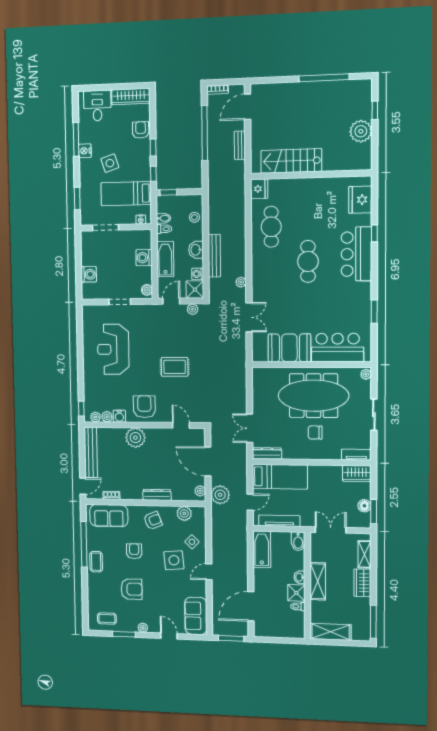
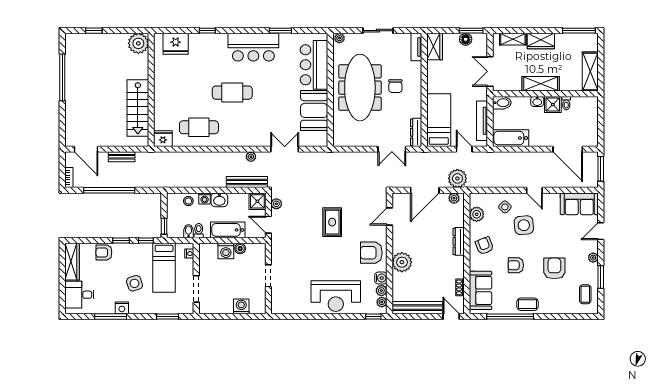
plant: (361, 131) -> (138, 43), moved
bar counter: (356, 254) -> (253, 47), moved
bench: (214, 256) -> (247, 182), moved
washing machine: (198, 274) -> (205, 198), moved
boiler: (147, 290) -> (240, 248), moved
reception desk: (113, 349) -> (336, 296), moved

